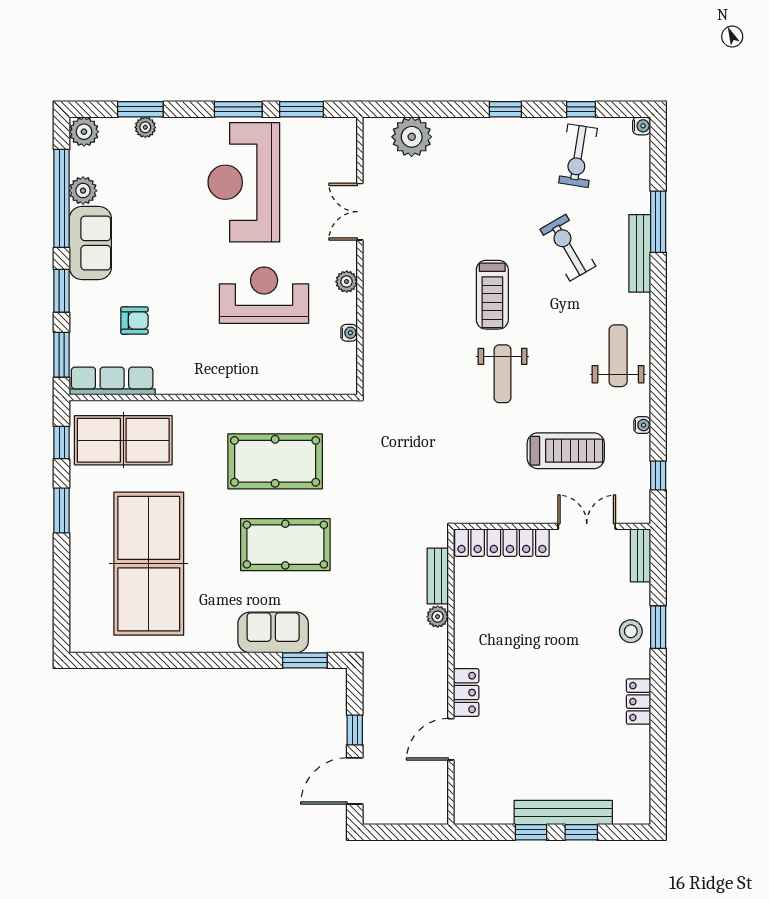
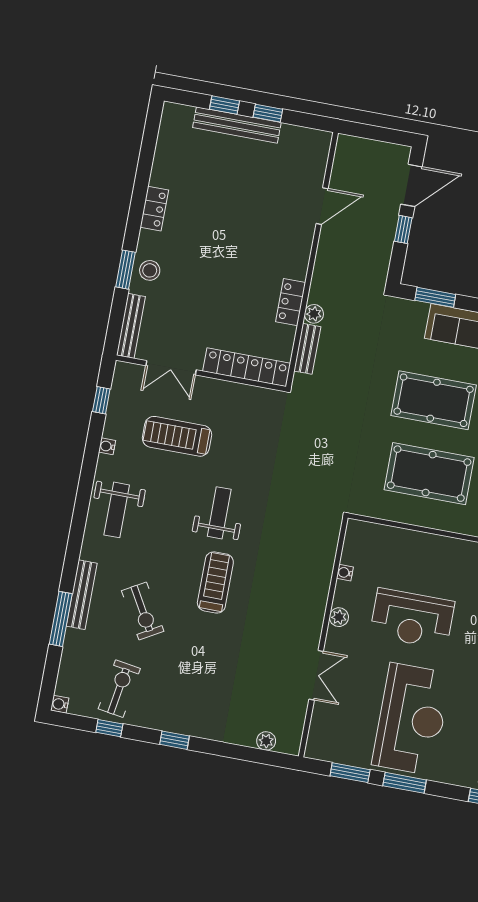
plant: (412, 137) -> (266, 741), width x0.53, depth x0.53
bench: (640, 555) -> (131, 326), width x1.36
locker: (466, 693) -> (291, 302), moved

